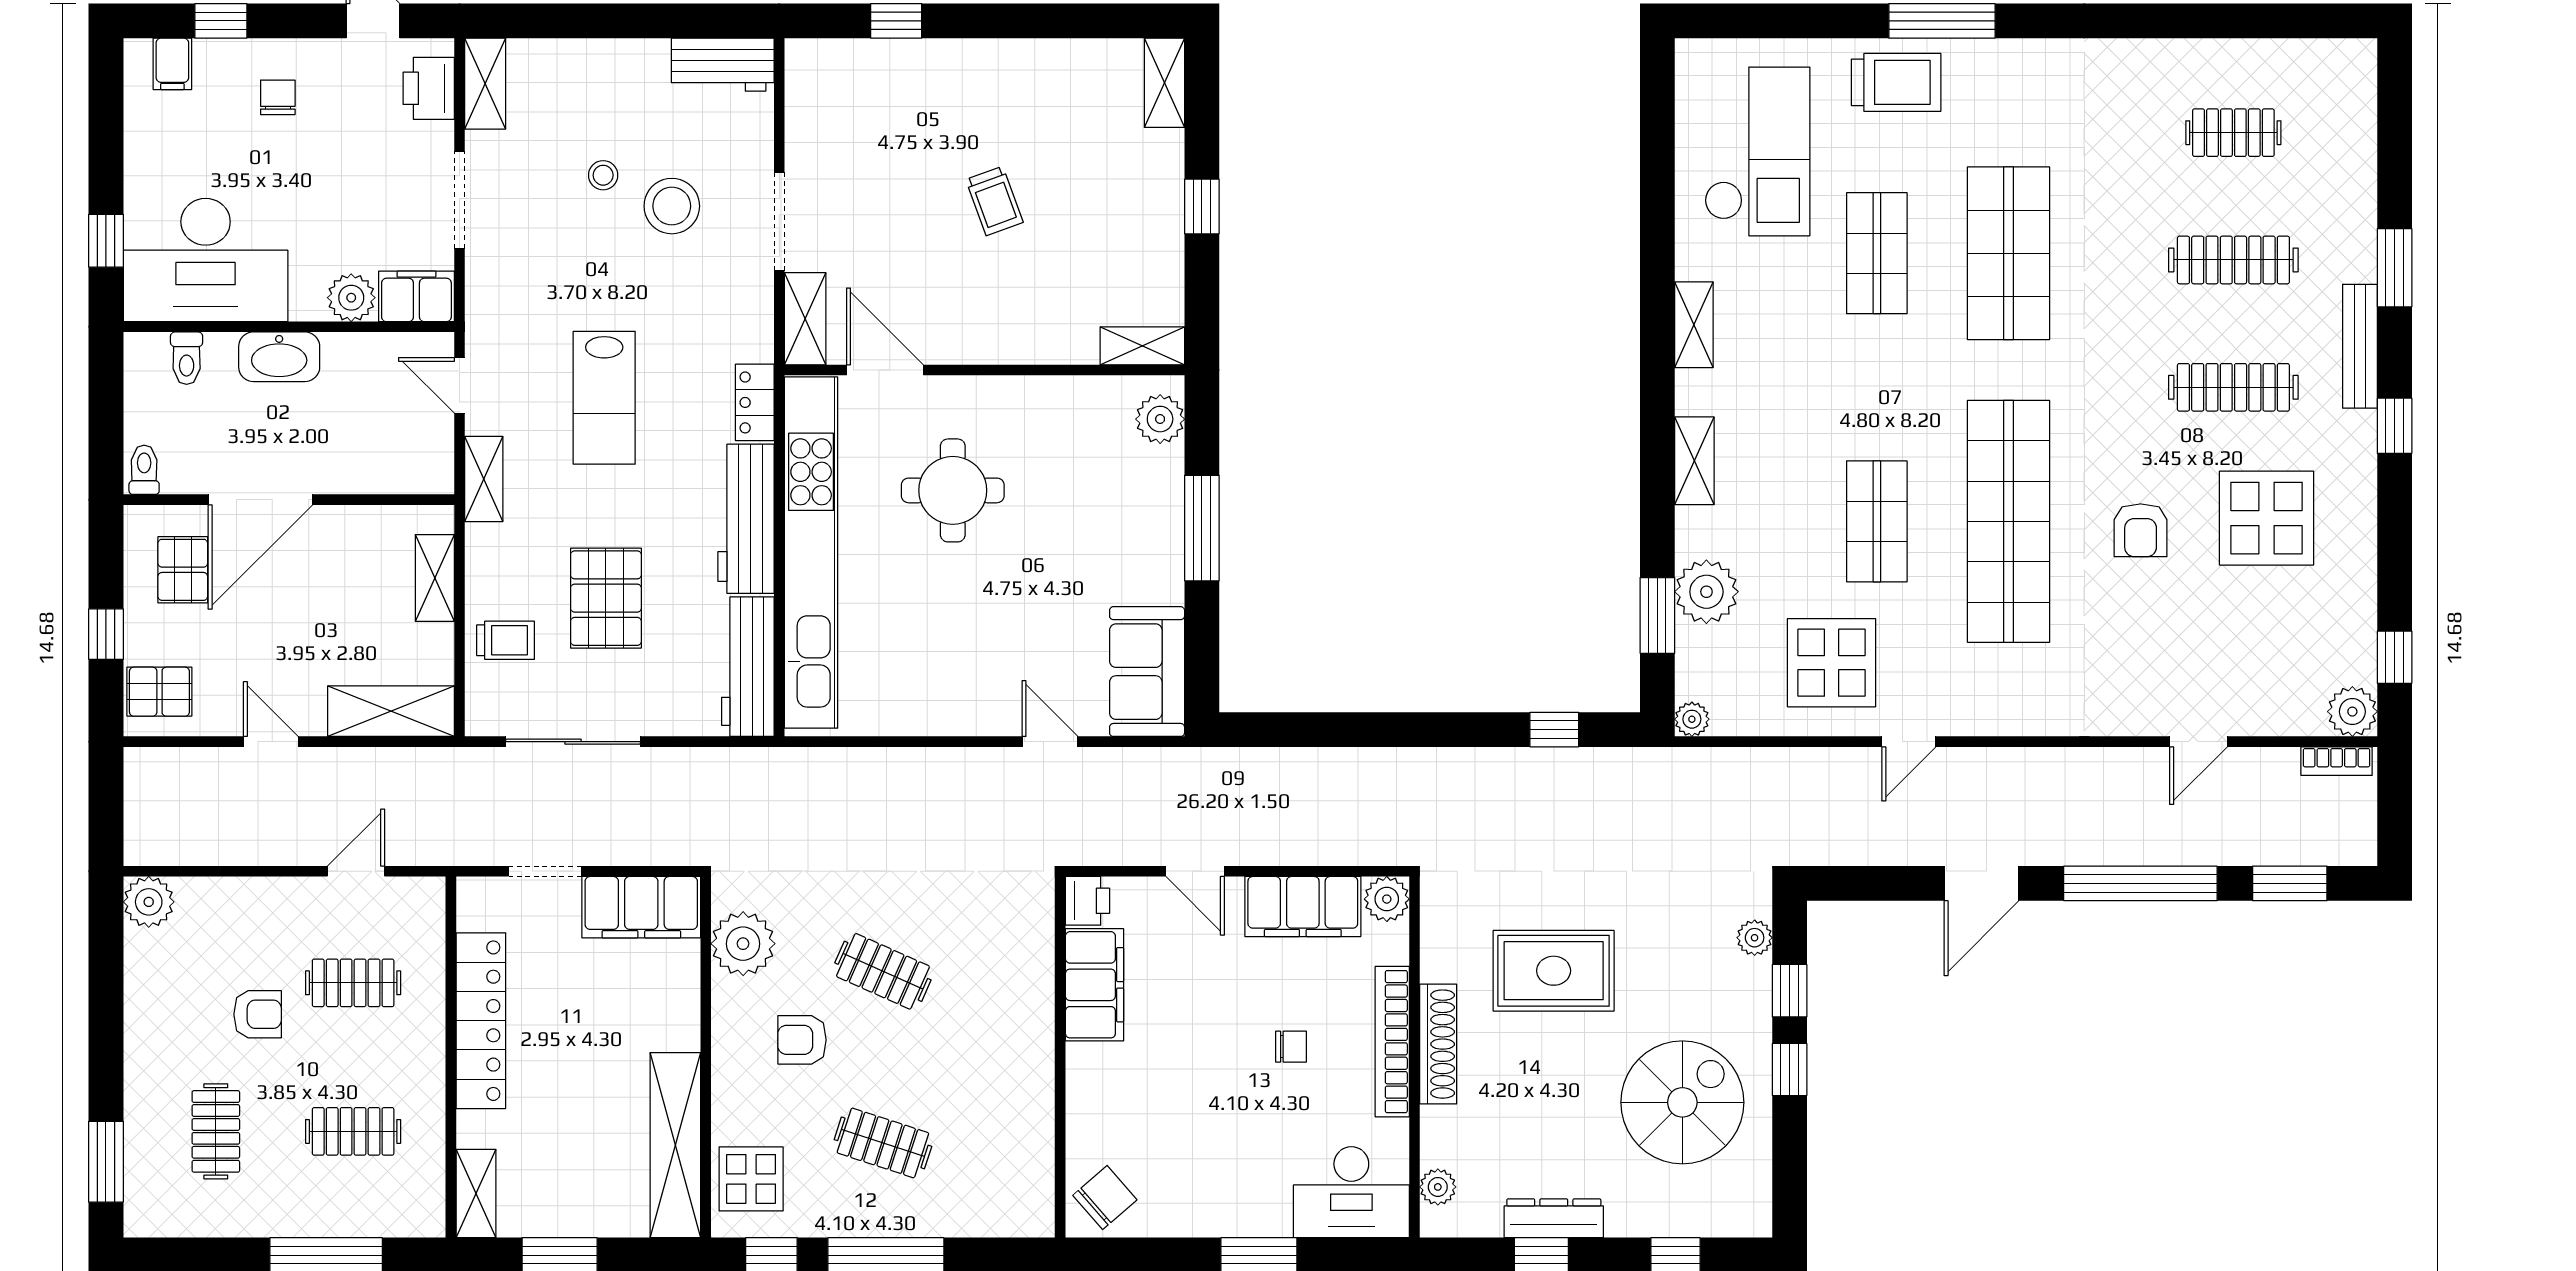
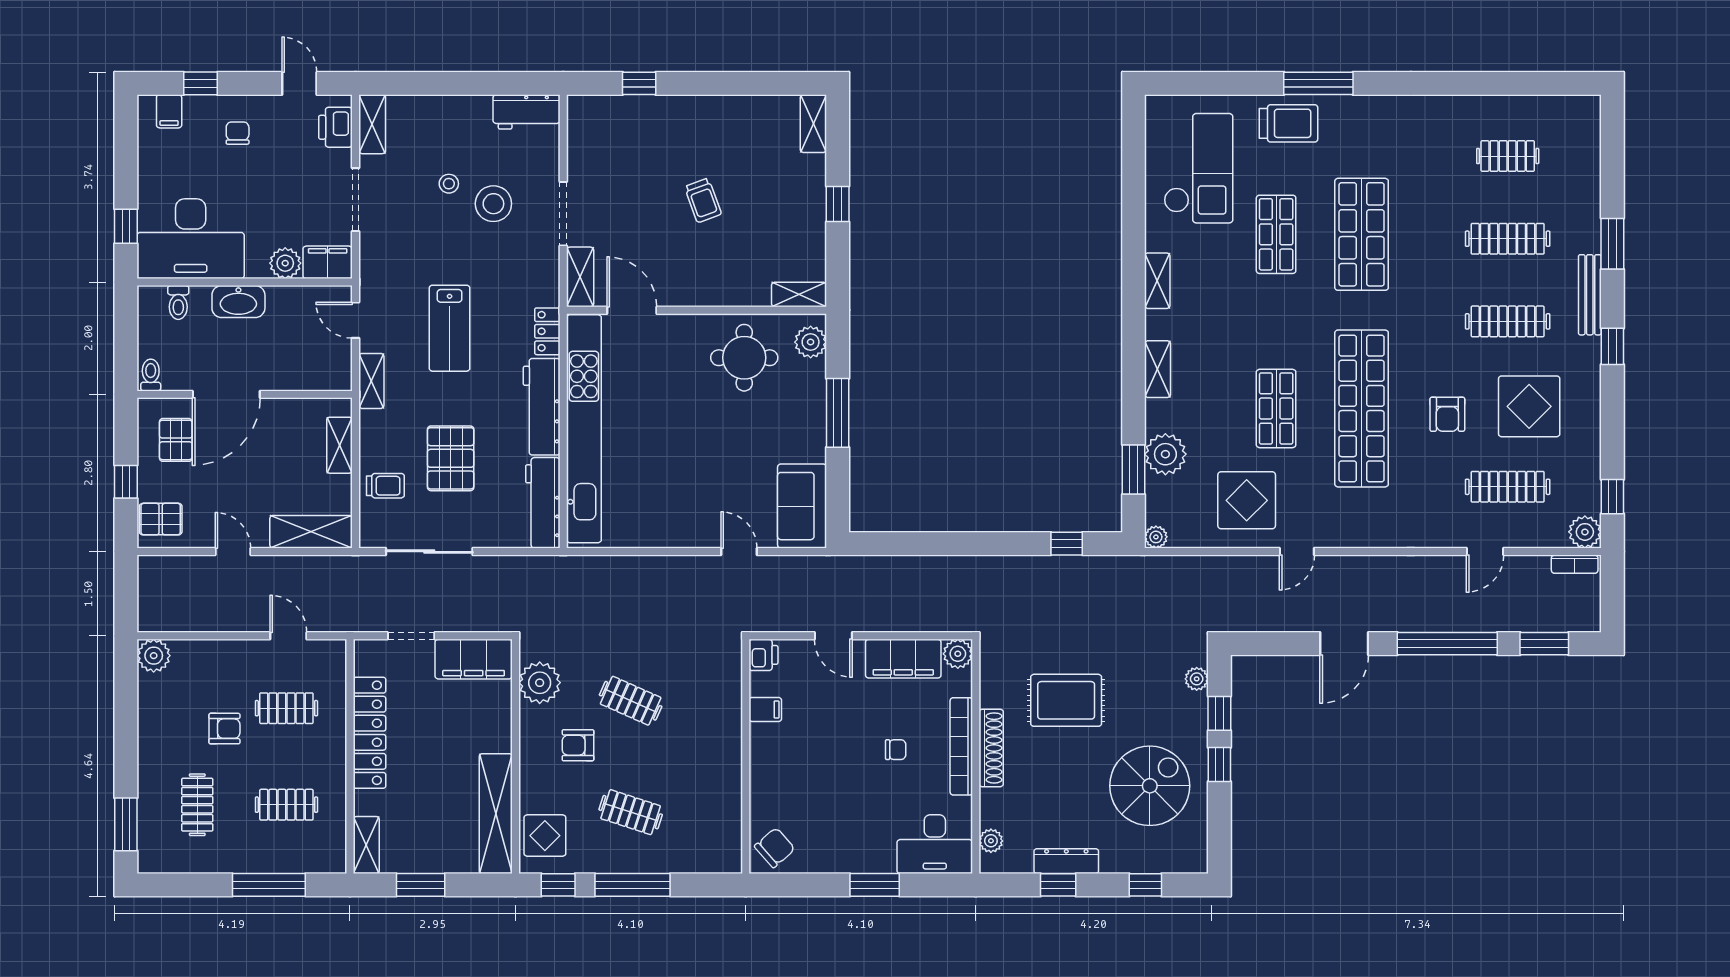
round table: (953, 490) -> (744, 358), moved
clothes rail: (2233, 642) -> (1508, 487), added
door: (356, 871) -> (288, 636), hinge flipped
filing cabinet: (1094, 985) -> (765, 709), width x0.33, depth x0.86

